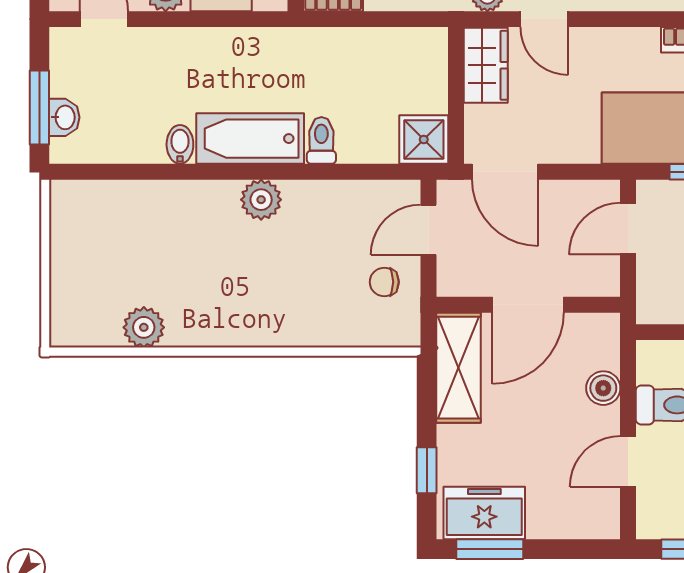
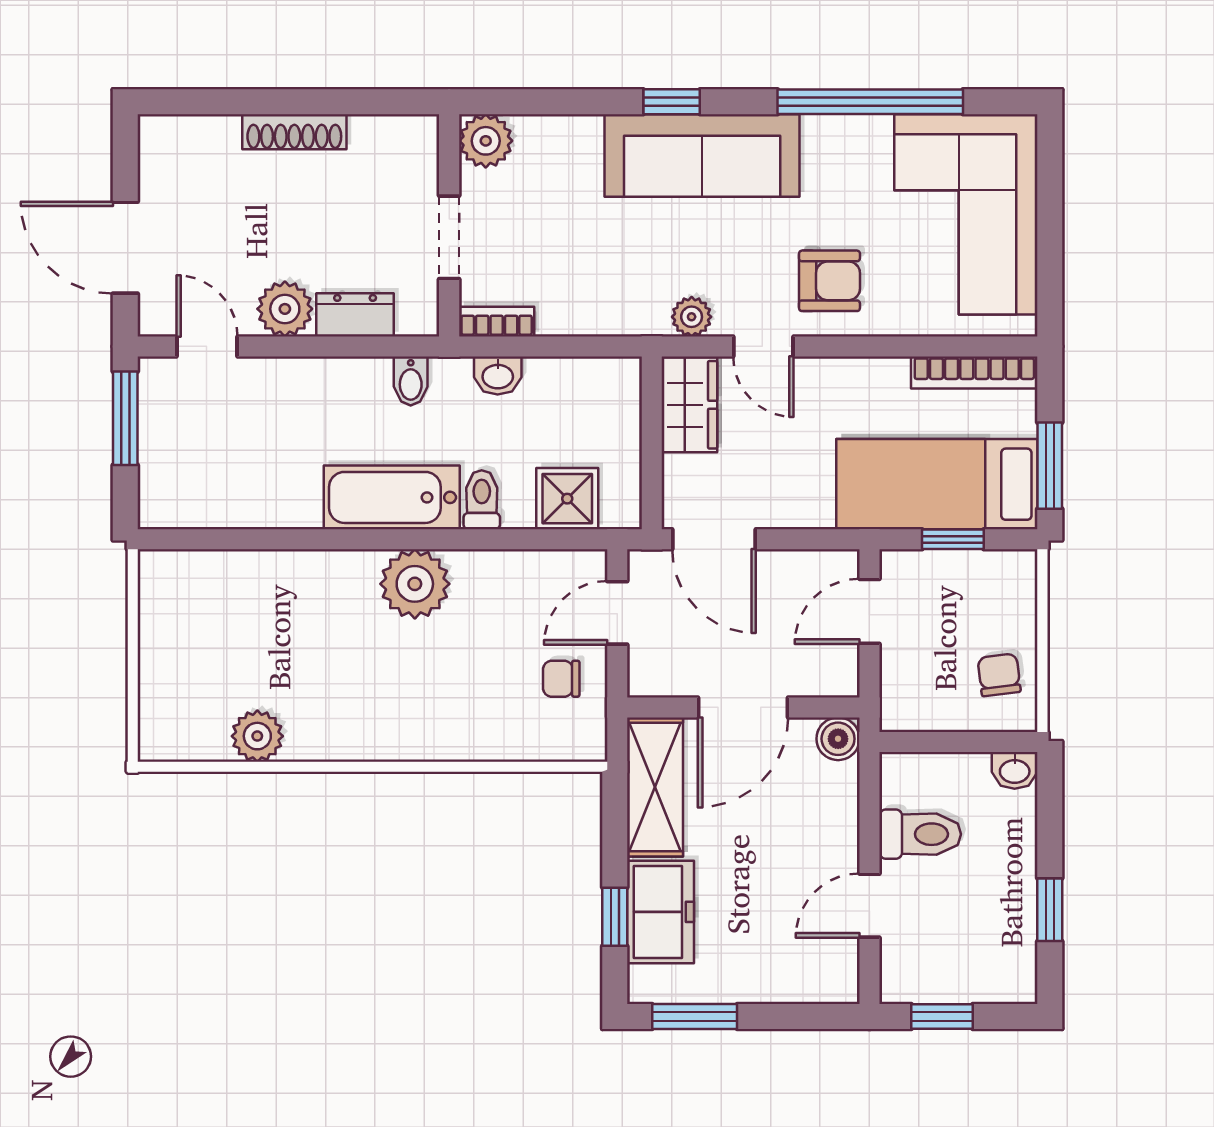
window: (39, 107) -> (125, 418), moved
washbasin: (64, 117) -> (498, 375), moved, turned 90
shower: (424, 140) -> (567, 499), moved
bidet: (180, 144) -> (411, 381), moved, turned 180
plant: (261, 200) -> (415, 584), width x1.36, depth x1.36
boiler: (603, 388) -> (838, 739), moved
freezer: (484, 513) -> (660, 912), moved, turned 90

